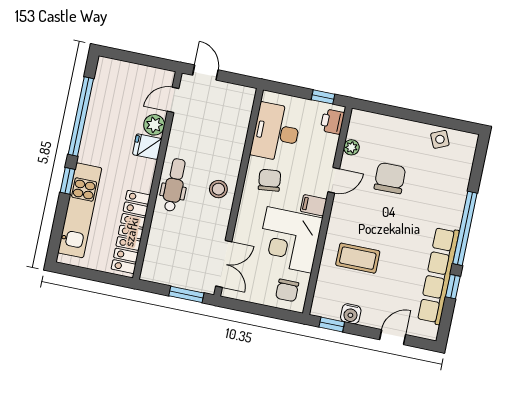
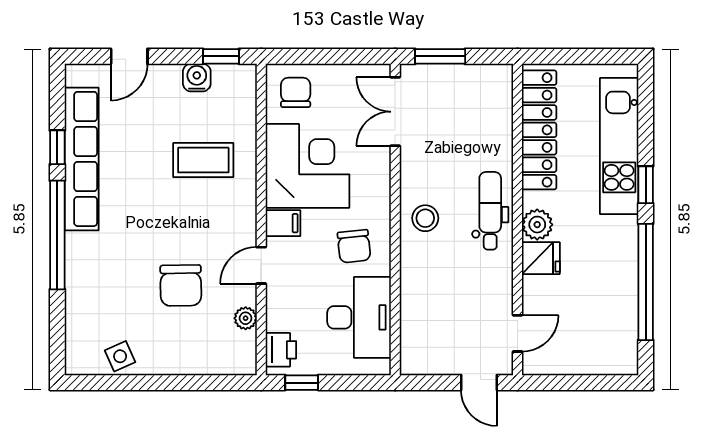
plant: (154, 125) -> (537, 225), moved
dental chair: (174, 185) -> (490, 211), turned 180

